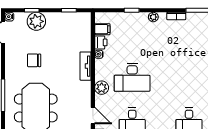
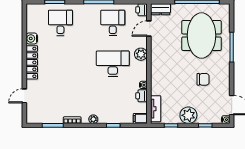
plant: (36, 21) -> (188, 115), moved
filing cabinet: (102, 29) -> (140, 118), moved
tv unit: (86, 66) -> (156, 109), moved
door: (93, 116) -> (149, 28), hinge flipped

